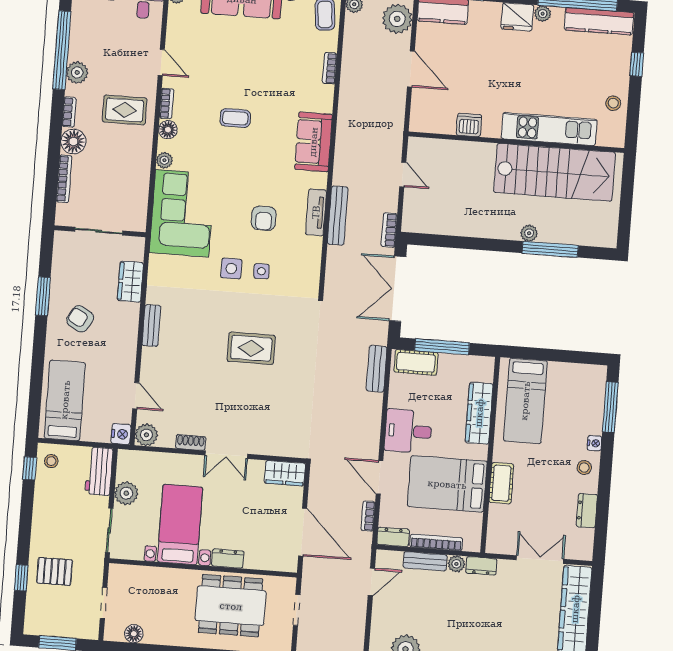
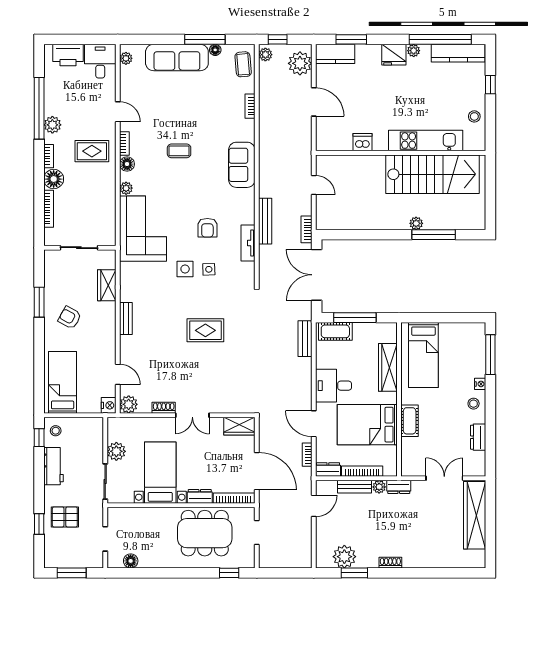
tv unit: (316, 212) -> (248, 243), moved
workbench: (99, 471) -> (54, 466), moved, turned 180
bookcase: (271, 564) -> (234, 498), added

